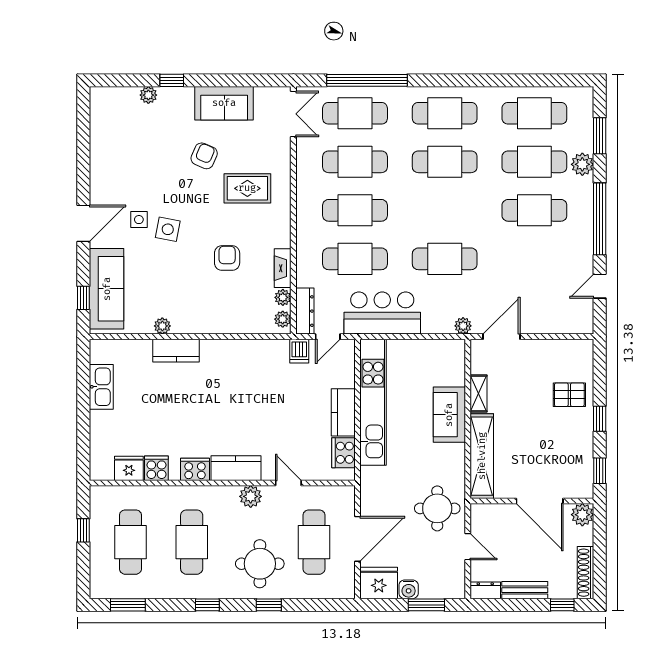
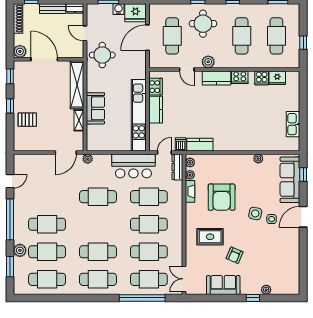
armchair: (227, 258) -> (222, 197), width x1.88, depth x1.88
kitchen counter: (176, 351) -> (200, 145), moved

